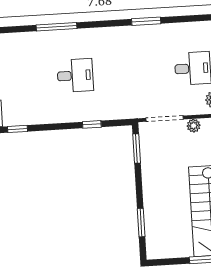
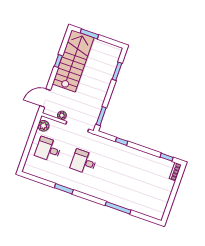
desk: (75, 76) -> (84, 162), moved

